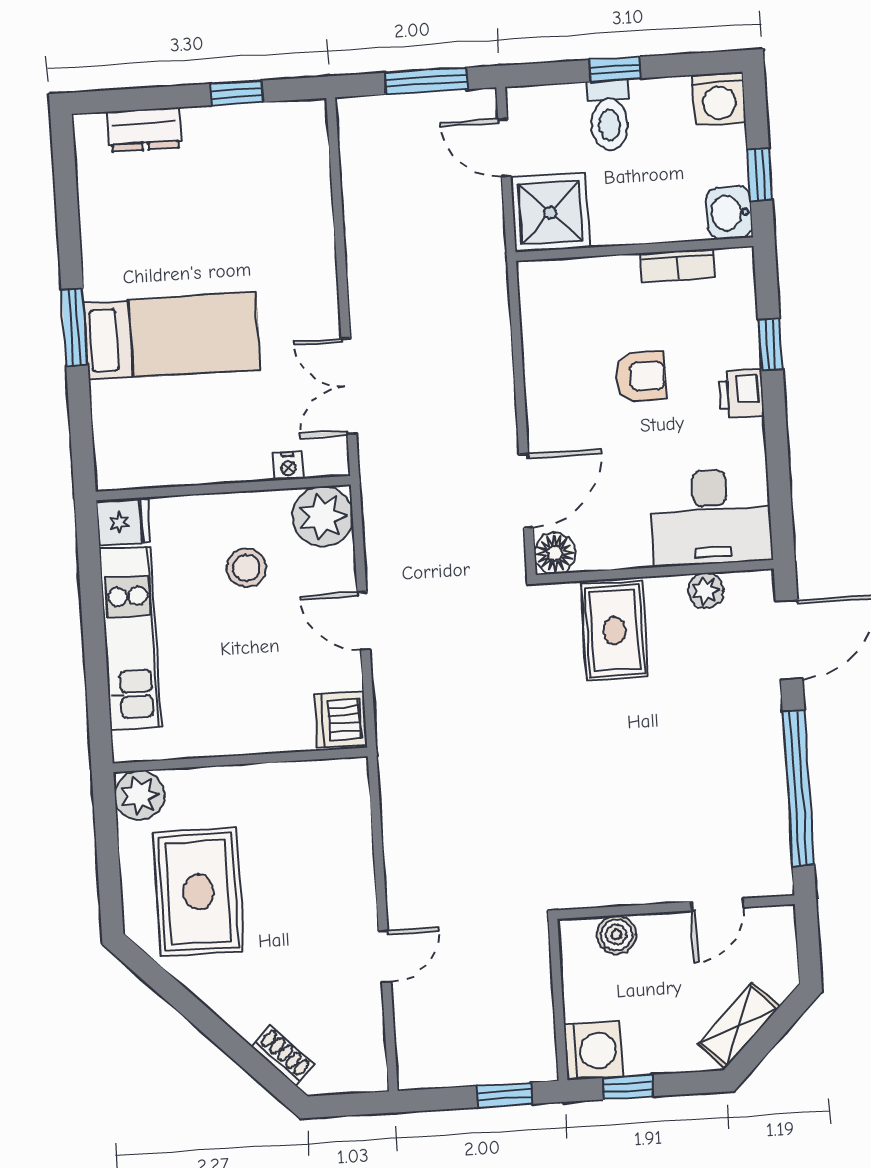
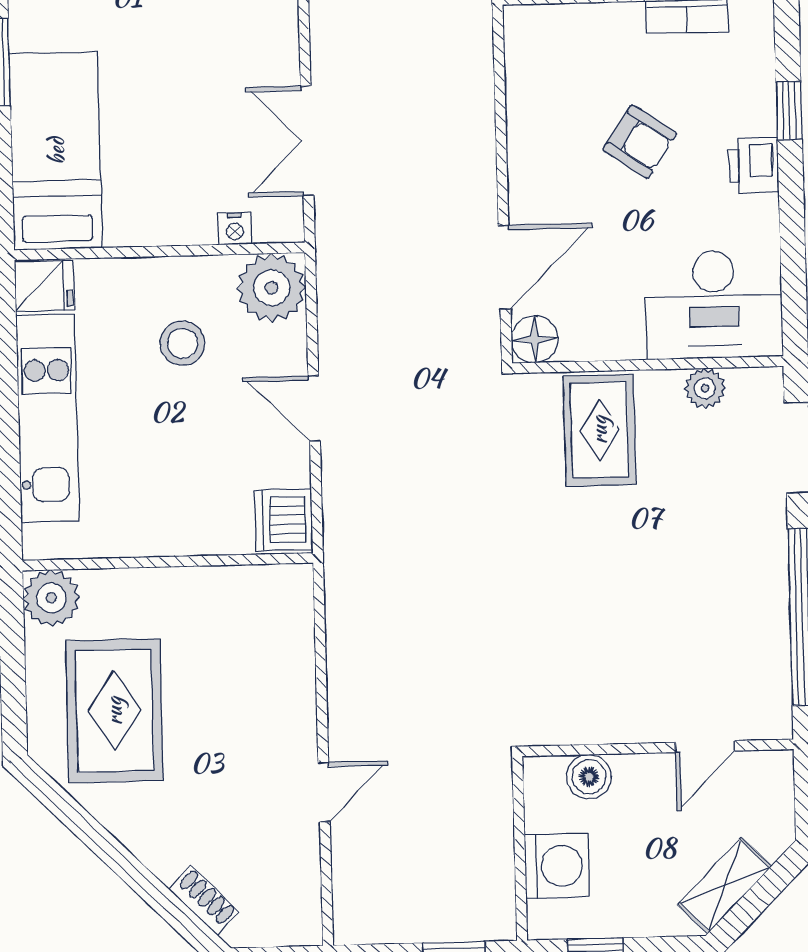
bed: (172, 336) -> (56, 151), moved, turned -90
armchair: (641, 376) -> (640, 142), turned 34
washing machine: (593, 1051) -> (557, 866), moved

